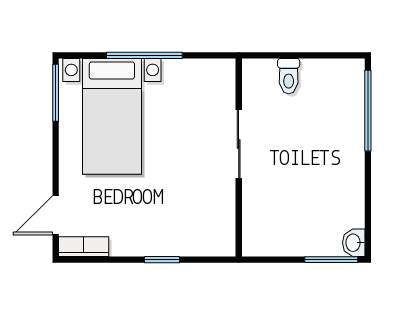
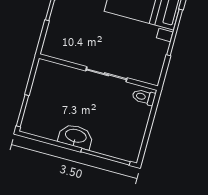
toilet: (289, 76) -> (144, 97), moved
washbasin: (354, 243) -> (76, 136), moved, width x1.91, depth x1.45

